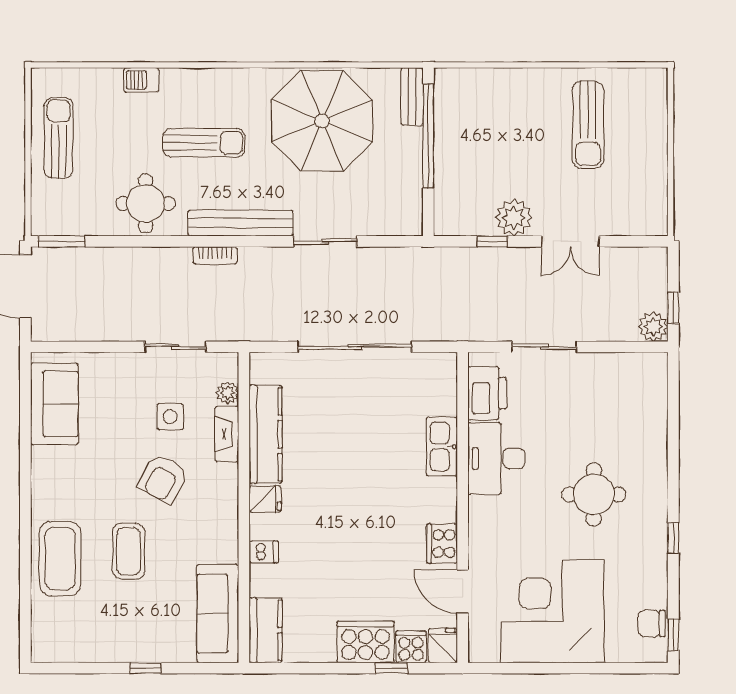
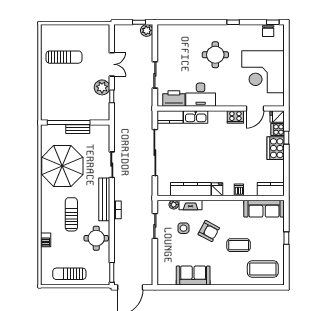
bench: (412, 97) -> (78, 129), moved
kitchen counter: (442, 384) -> (170, 117), added
sofa: (54, 404) -> (193, 276), moved
coffee table: (60, 559) -> (263, 269), moved

